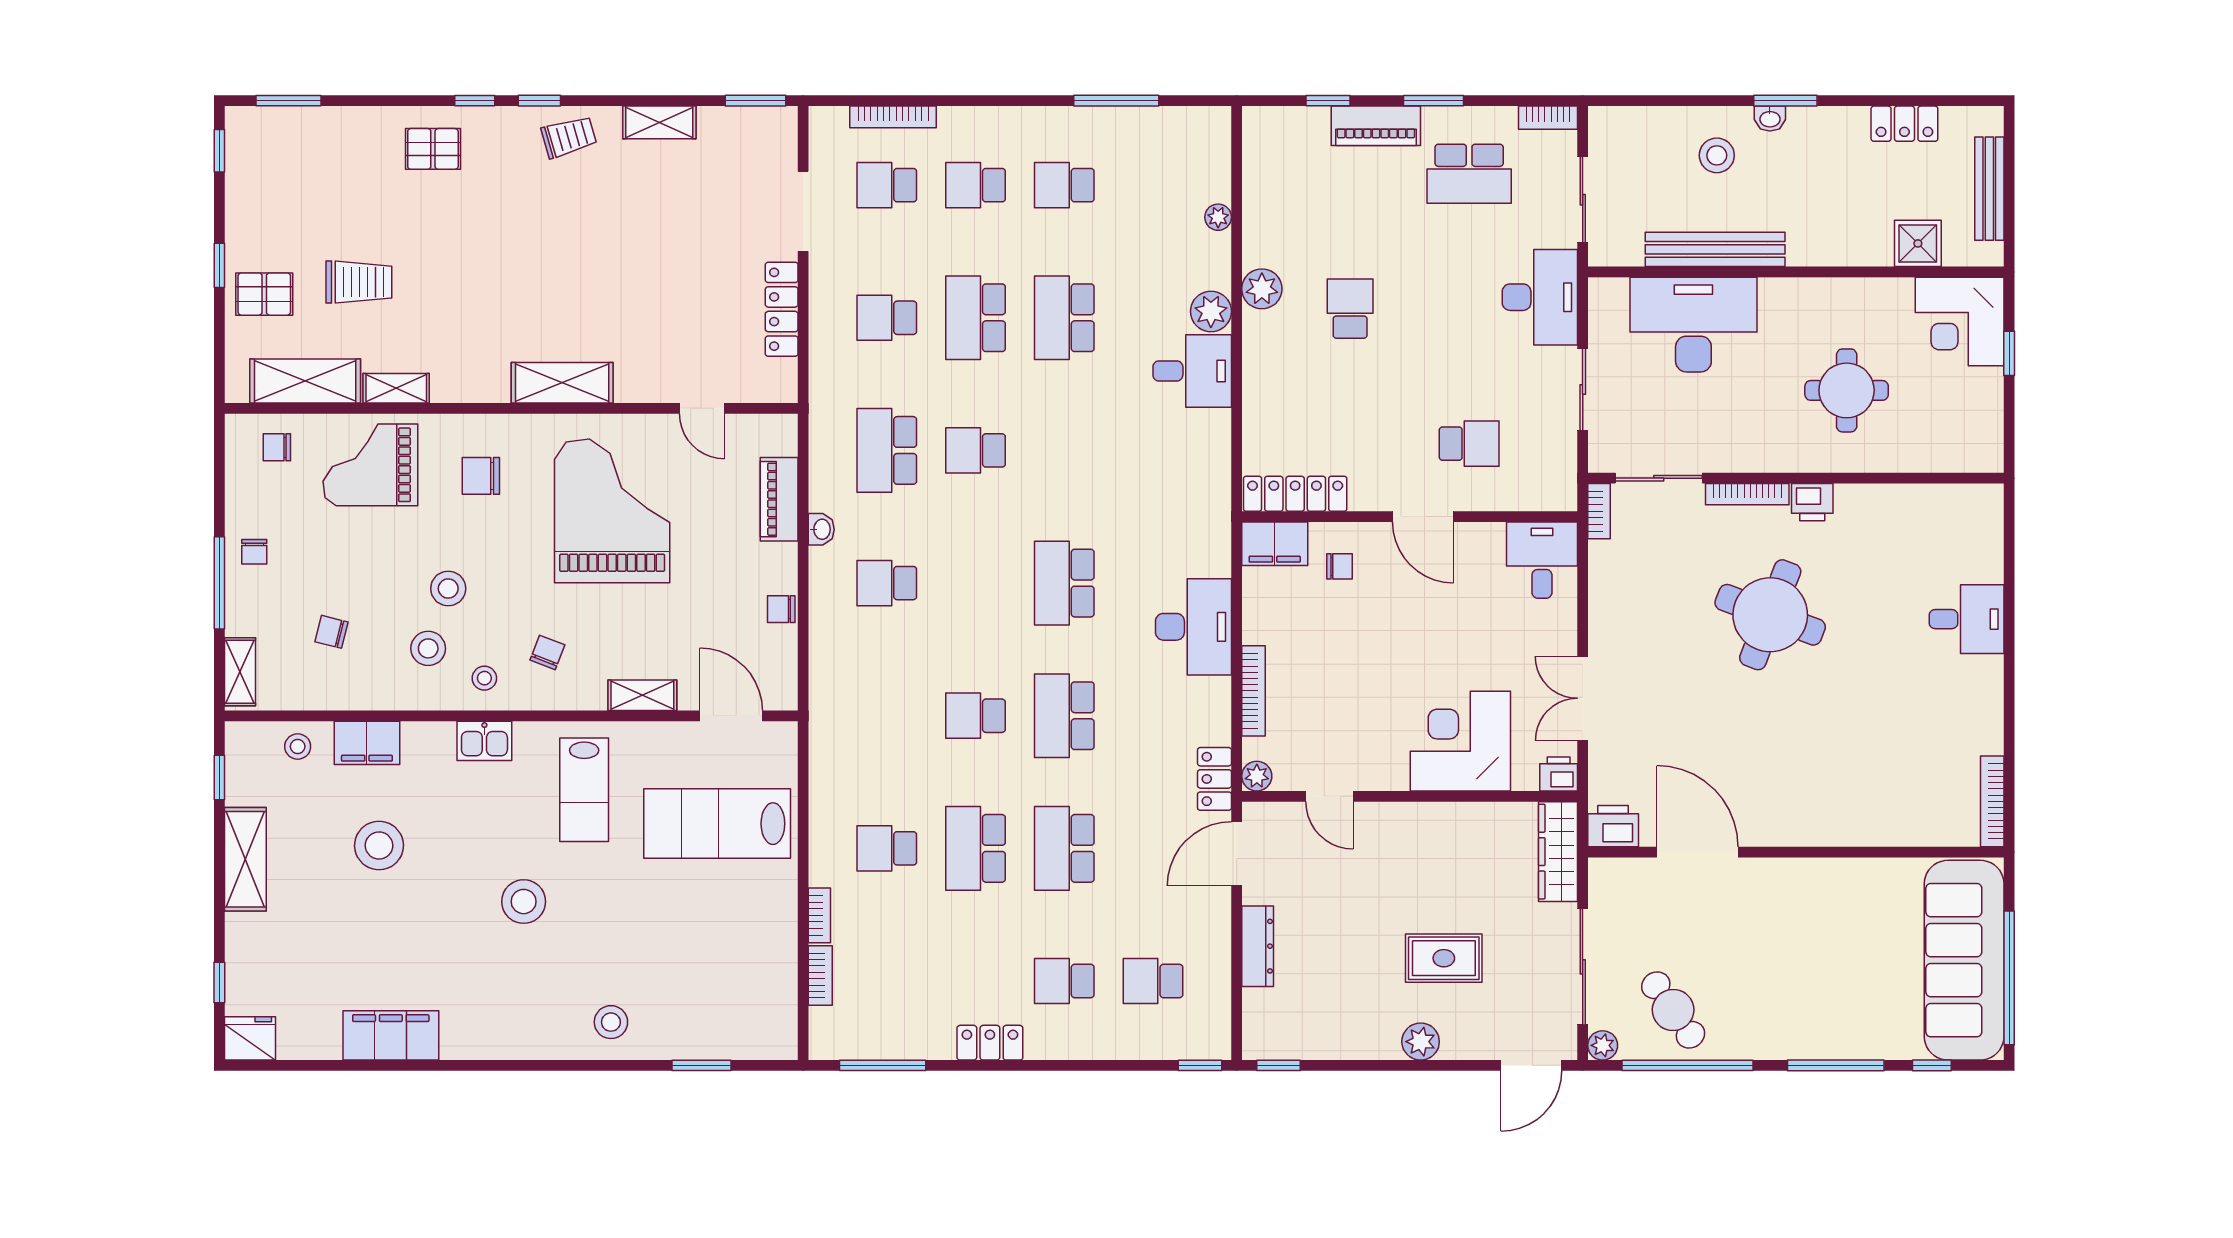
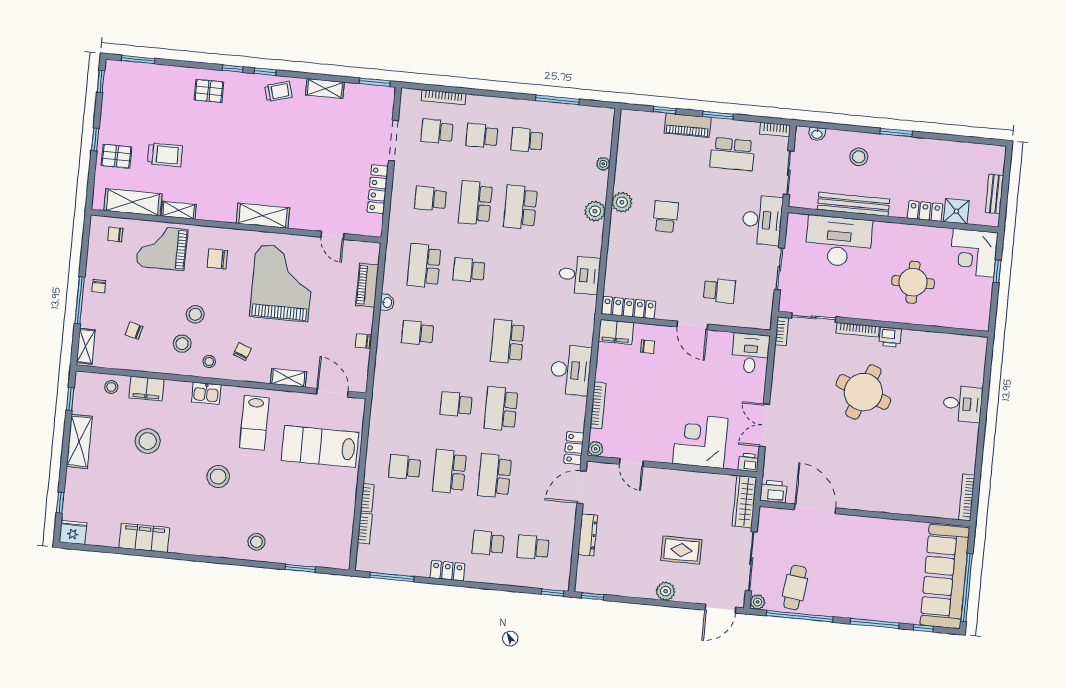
washbasin: (1770, 118) -> (817, 134), moved
locker: (1904, 124) -> (925, 211), moved, turned 180
bench: (1989, 189) -> (994, 194), width x0.73
desk: (1192, 371) -> (579, 275), moved
cafe table: (1673, 1010) -> (795, 587), turned 42

